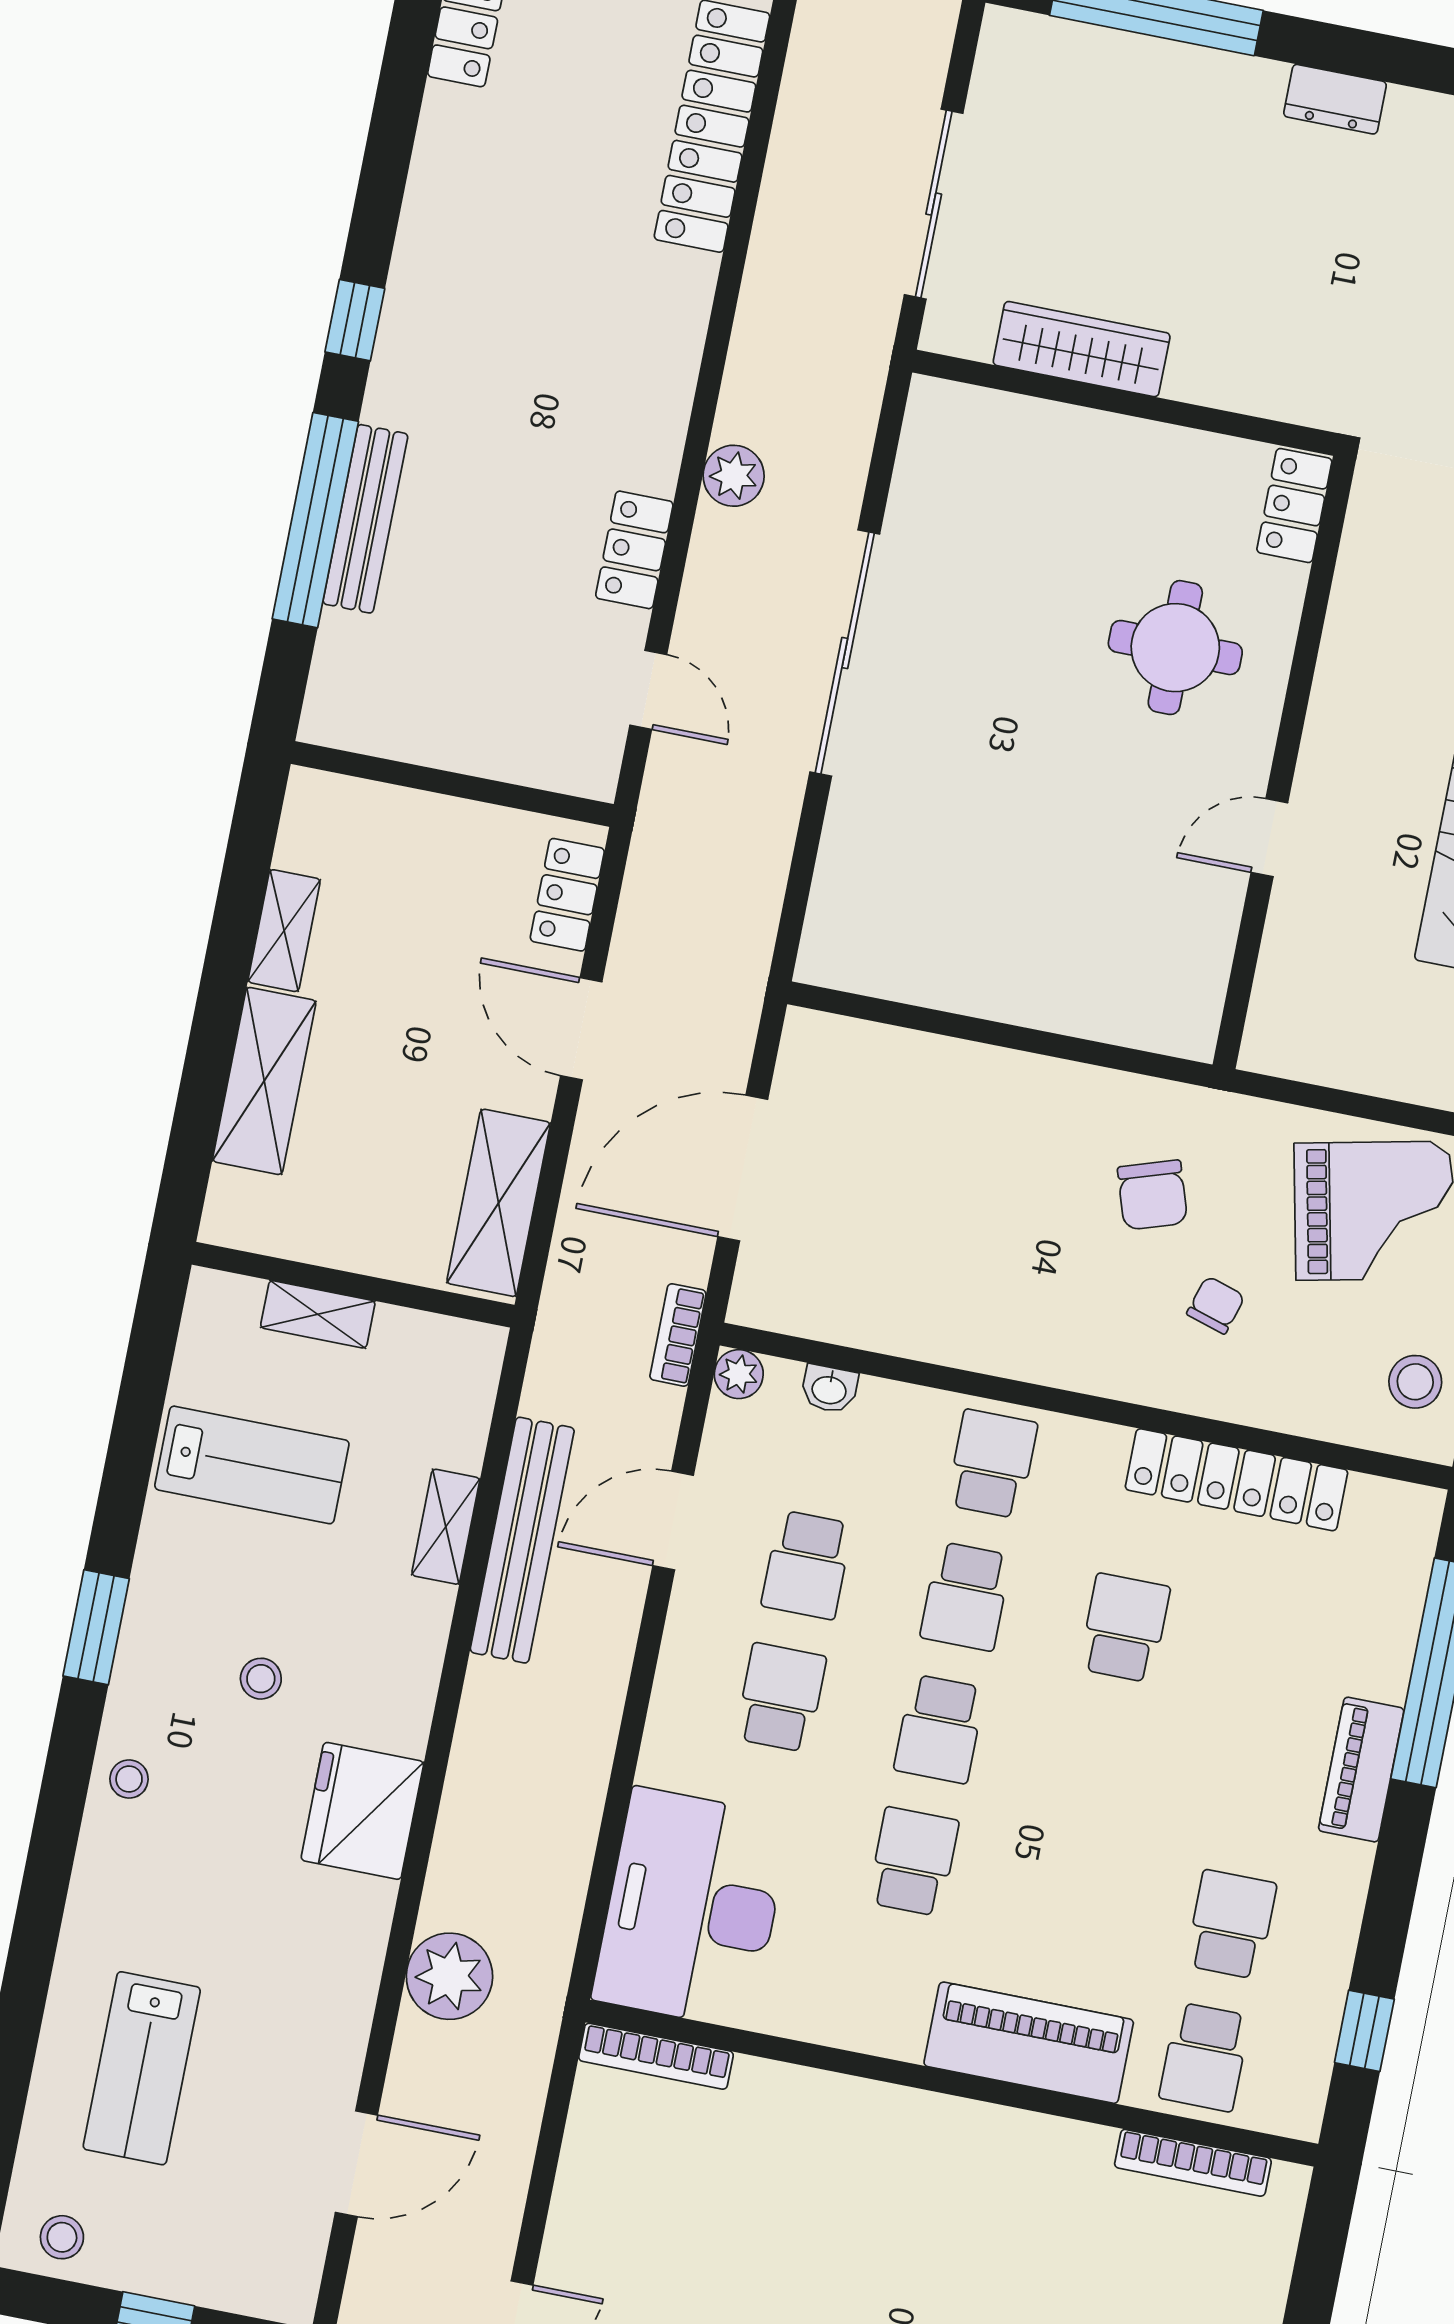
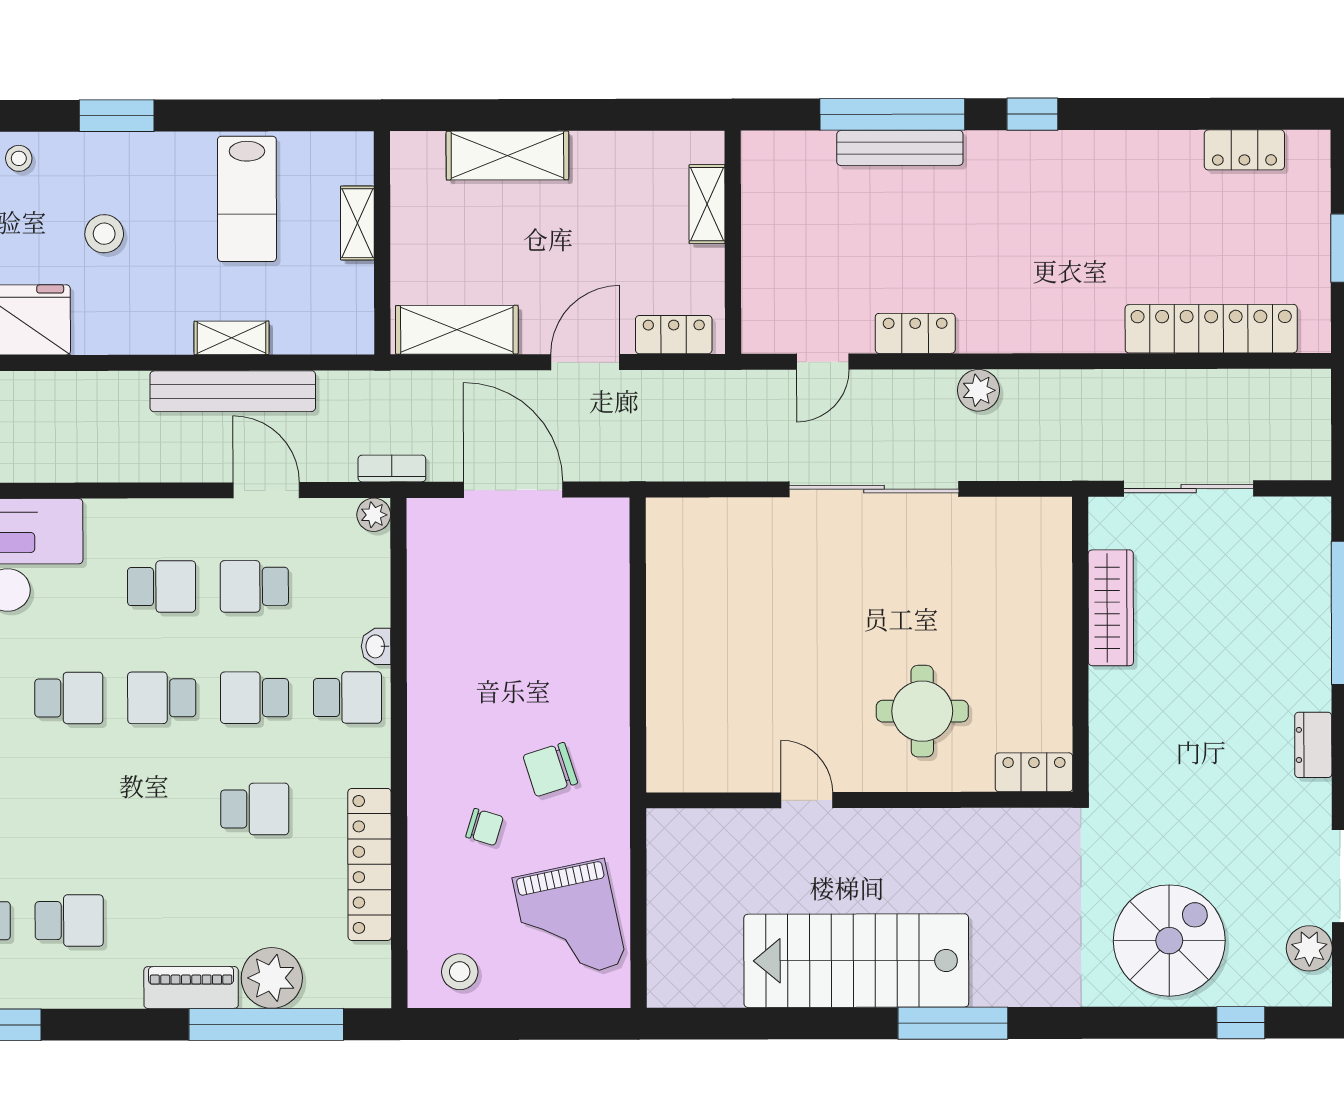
shelving: (284, 931) -> (707, 204), moved, turned 90
washbasin: (829, 1389) -> (376, 646), moved
plant: (1371, 1652) -> (272, 978), added
stool: (261, 1679) -> (104, 234), width x1.37, depth x1.37

